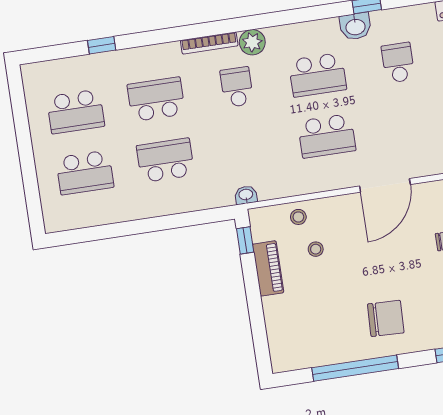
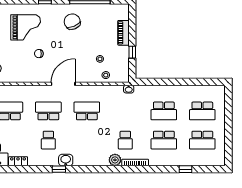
school desk: (317, 75) -> (48, 111), moved
school desk: (76, 111) -> (202, 140), turned 180
school desk: (85, 173) -> (202, 111), turned 180
window: (245, 240) -> (132, 52), moved
piano: (268, 268) -> (124, 33), moved
chair: (386, 318) -> (72, 22), turned 65

